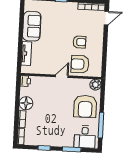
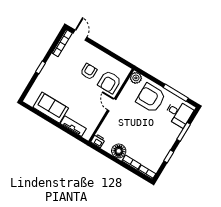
armchair: (85, 106) -> (151, 98), turned 180

